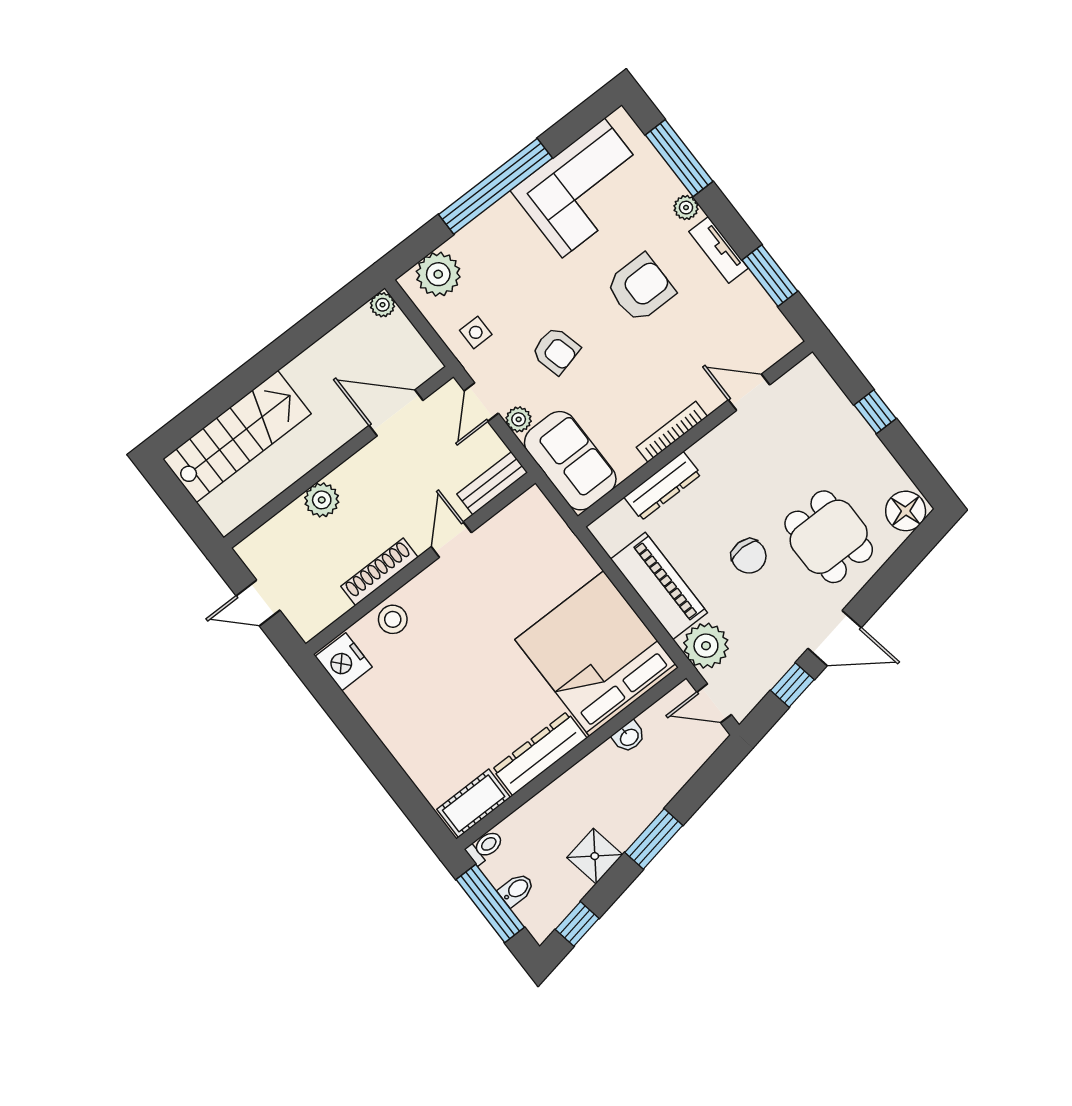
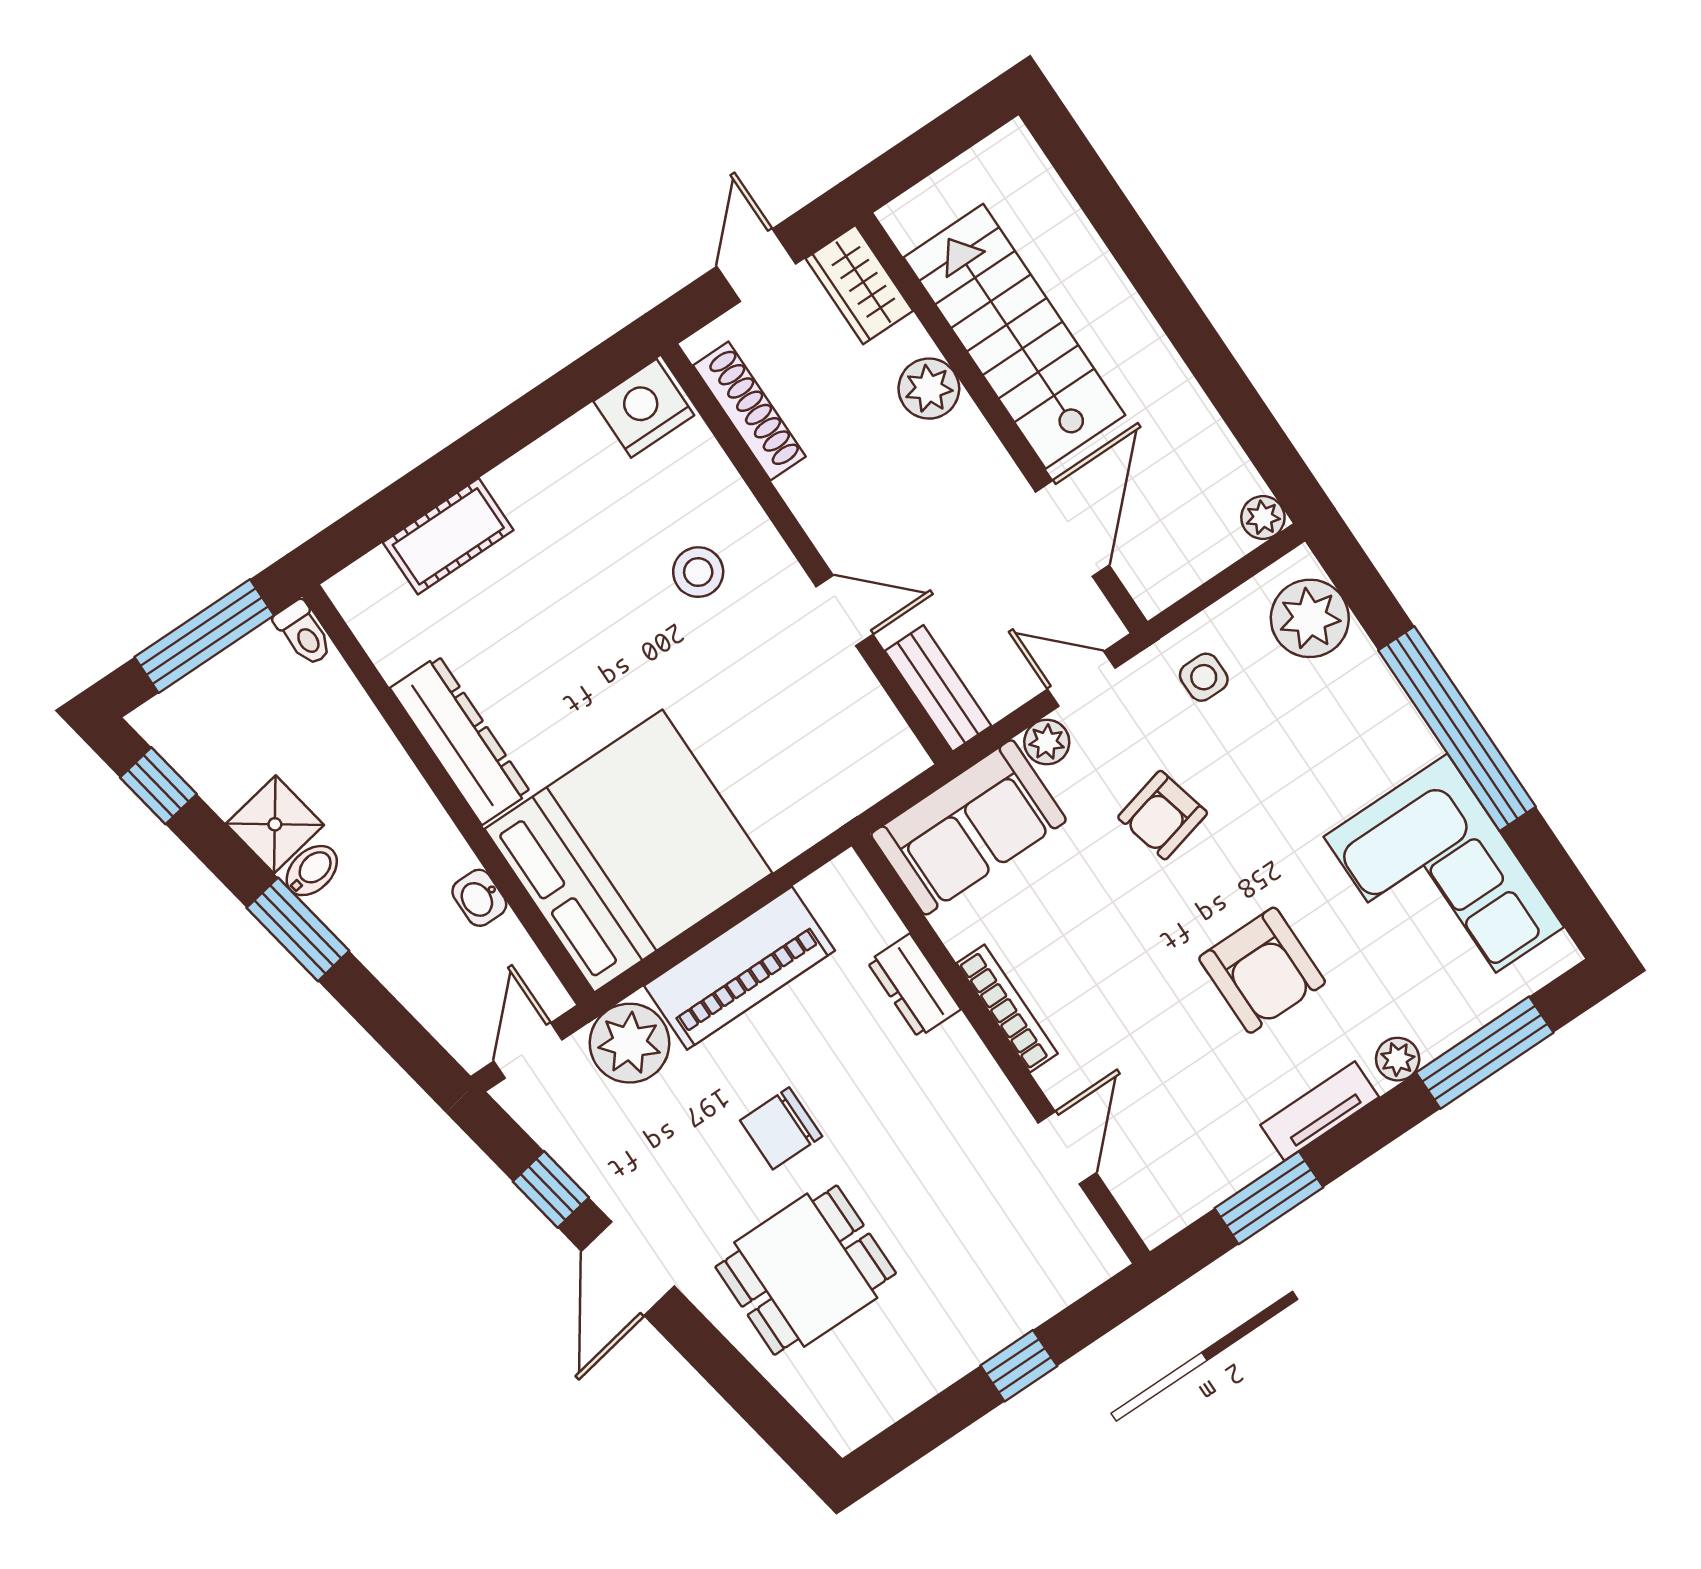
stairs: (237, 436) -> (1014, 336), moved, turned 180
dresser: (662, 486) -> (914, 986), width x0.70
floor lamp: (906, 511) -> (842, 1408), removed
wardrobe: (265, 544) -> (859, 285), added
shoe rack: (379, 572) -> (749, 411), moved
stool: (393, 619) -> (698, 572), moved
cot: (474, 803) -> (448, 536), moved, turned 90
bidet: (516, 890) -> (312, 871), moved, turned -100

